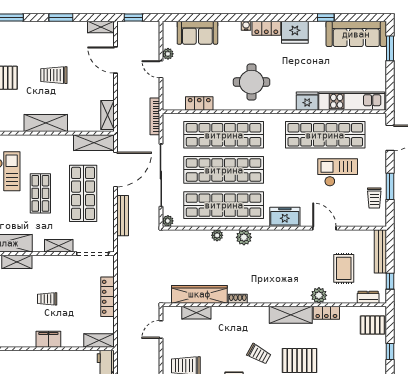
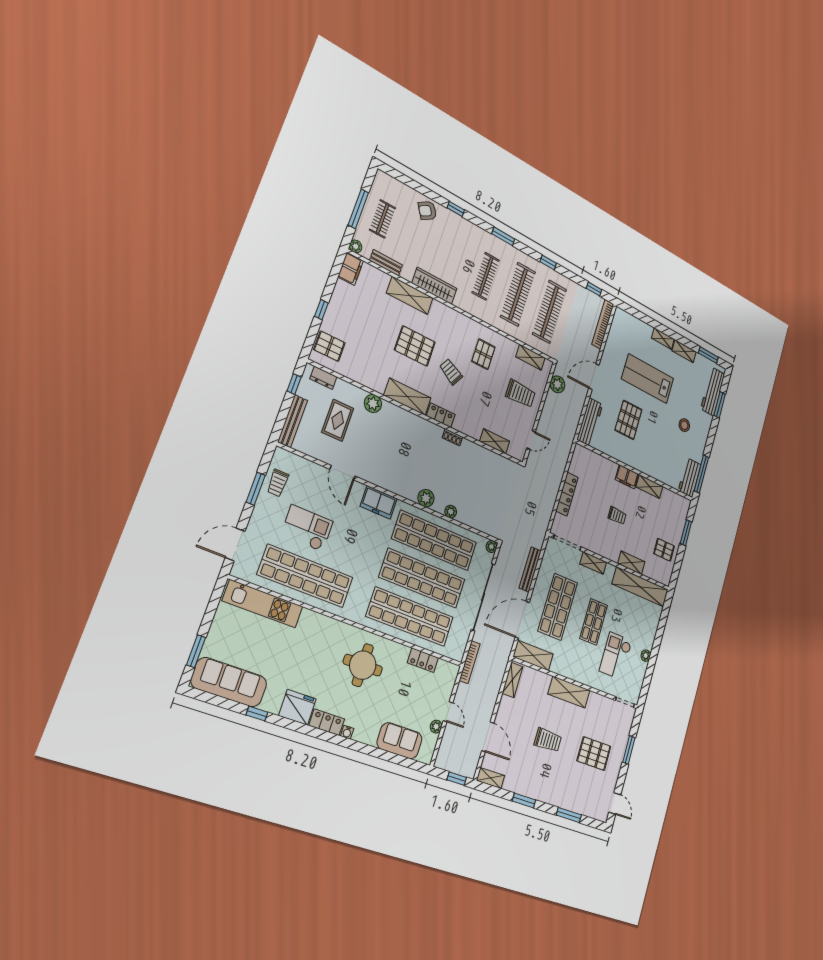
fridge: (307, 101) -> (312, 622), removed
checkout: (338, 172) -> (307, 528), turned 180
trolley: (374, 198) -> (278, 483), turned 180
wardrobe: (199, 294) -> (486, 458), removed
locker: (326, 313) -> (441, 415), moved
shelving: (99, 340) -> (649, 487), moved

